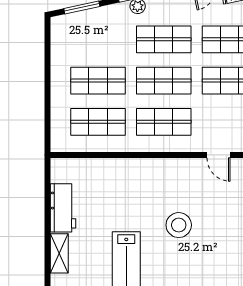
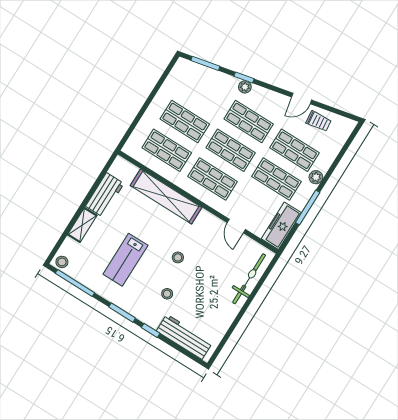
shelving: (127, 170) -> (166, 196), added
stool: (179, 225) -> (178, 257), width x0.53, depth x0.53
stool: (191, 269) -> (167, 294), added

